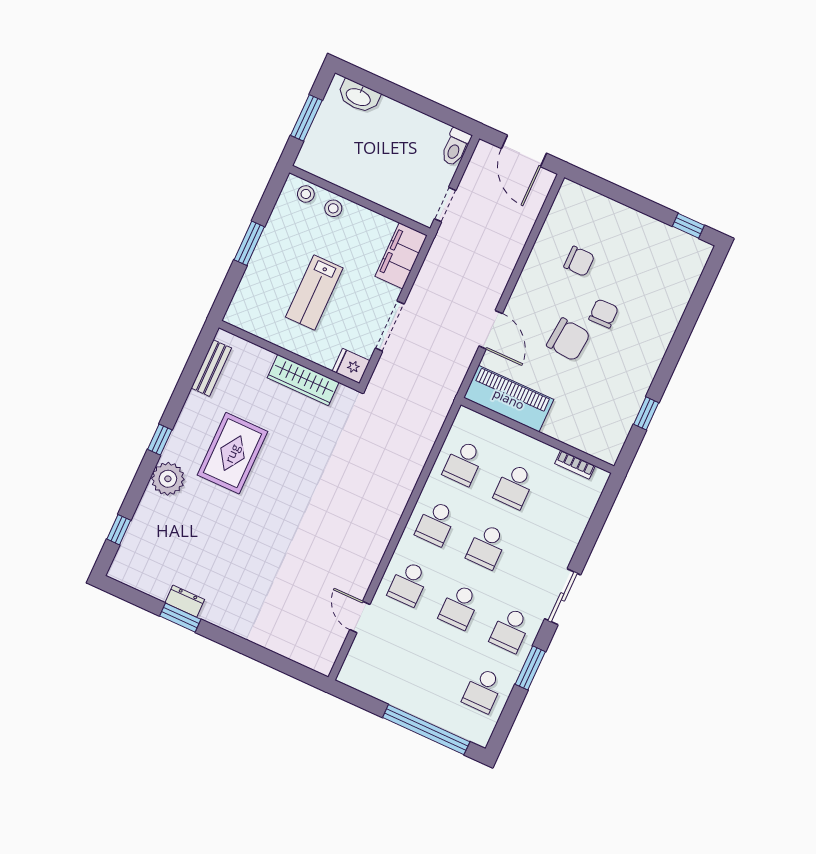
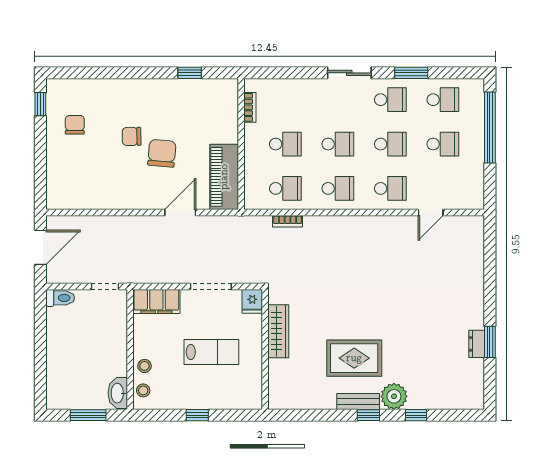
washbasin: (359, 96) -> (118, 393), moved, turned 180
window: (249, 243) -> (197, 415), width x0.67
chair: (579, 261) -> (75, 125), moved
bench: (211, 368) -> (358, 401), moved
bookcase: (425, 448) -> (288, 221), added
window: (119, 530) -> (416, 415), moved
school desk: (432, 667) -> (443, 144), added

